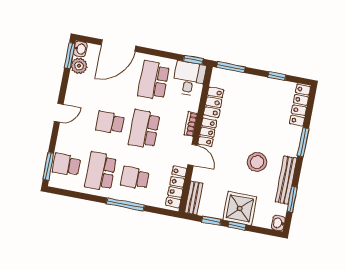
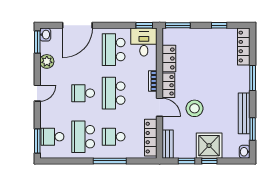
plant: (79, 66) -> (47, 61), moved
stool: (257, 162) -> (195, 108), moved

